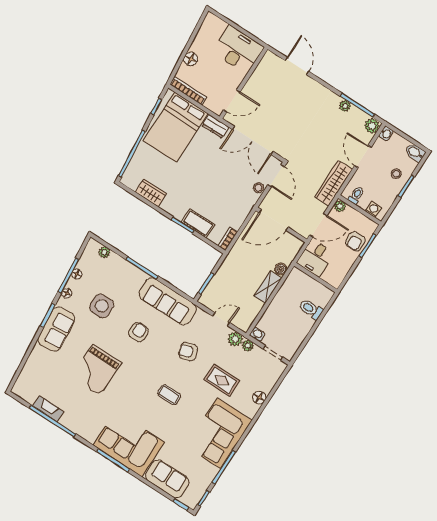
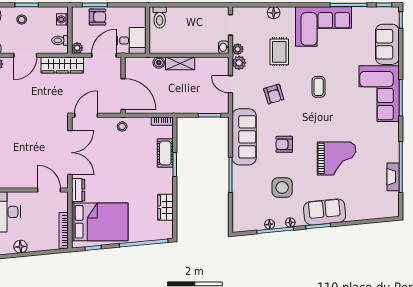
floor lamp: (191, 59) -> (20, 247), moved
stool: (258, 188) -> (122, 126), moved
door: (318, 225) -> (104, 55), hinge flipped
plant: (104, 252) -> (238, 214), removed
toilet: (311, 309) -> (160, 17), moved

